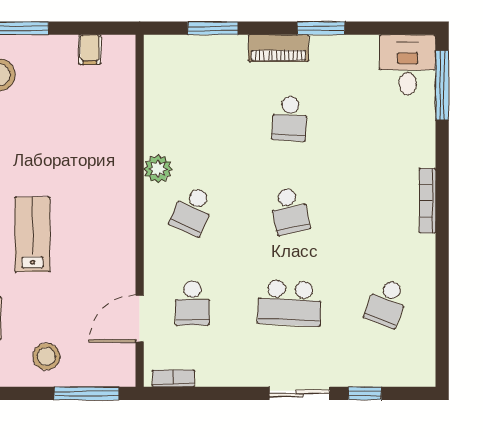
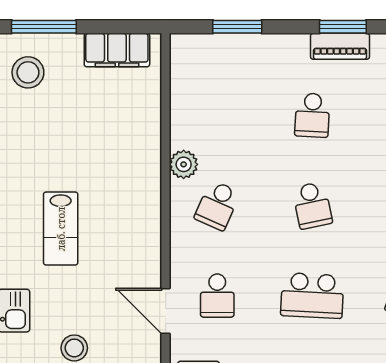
piano: (279, 48) -> (340, 46), moved
filing cabinet: (90, 50) -> (117, 50), width x3.00, depth x1.17
lab bench: (32, 234) -> (61, 229), turned 180
door: (140, 319) -> (166, 311), hinge flipped

